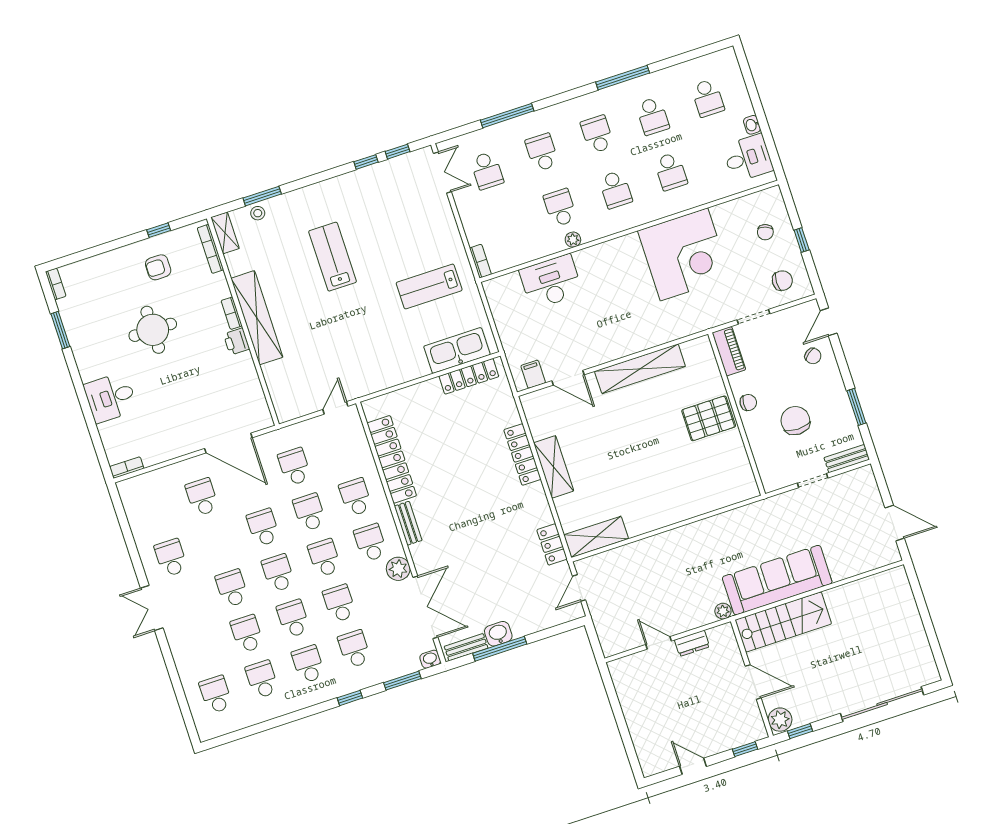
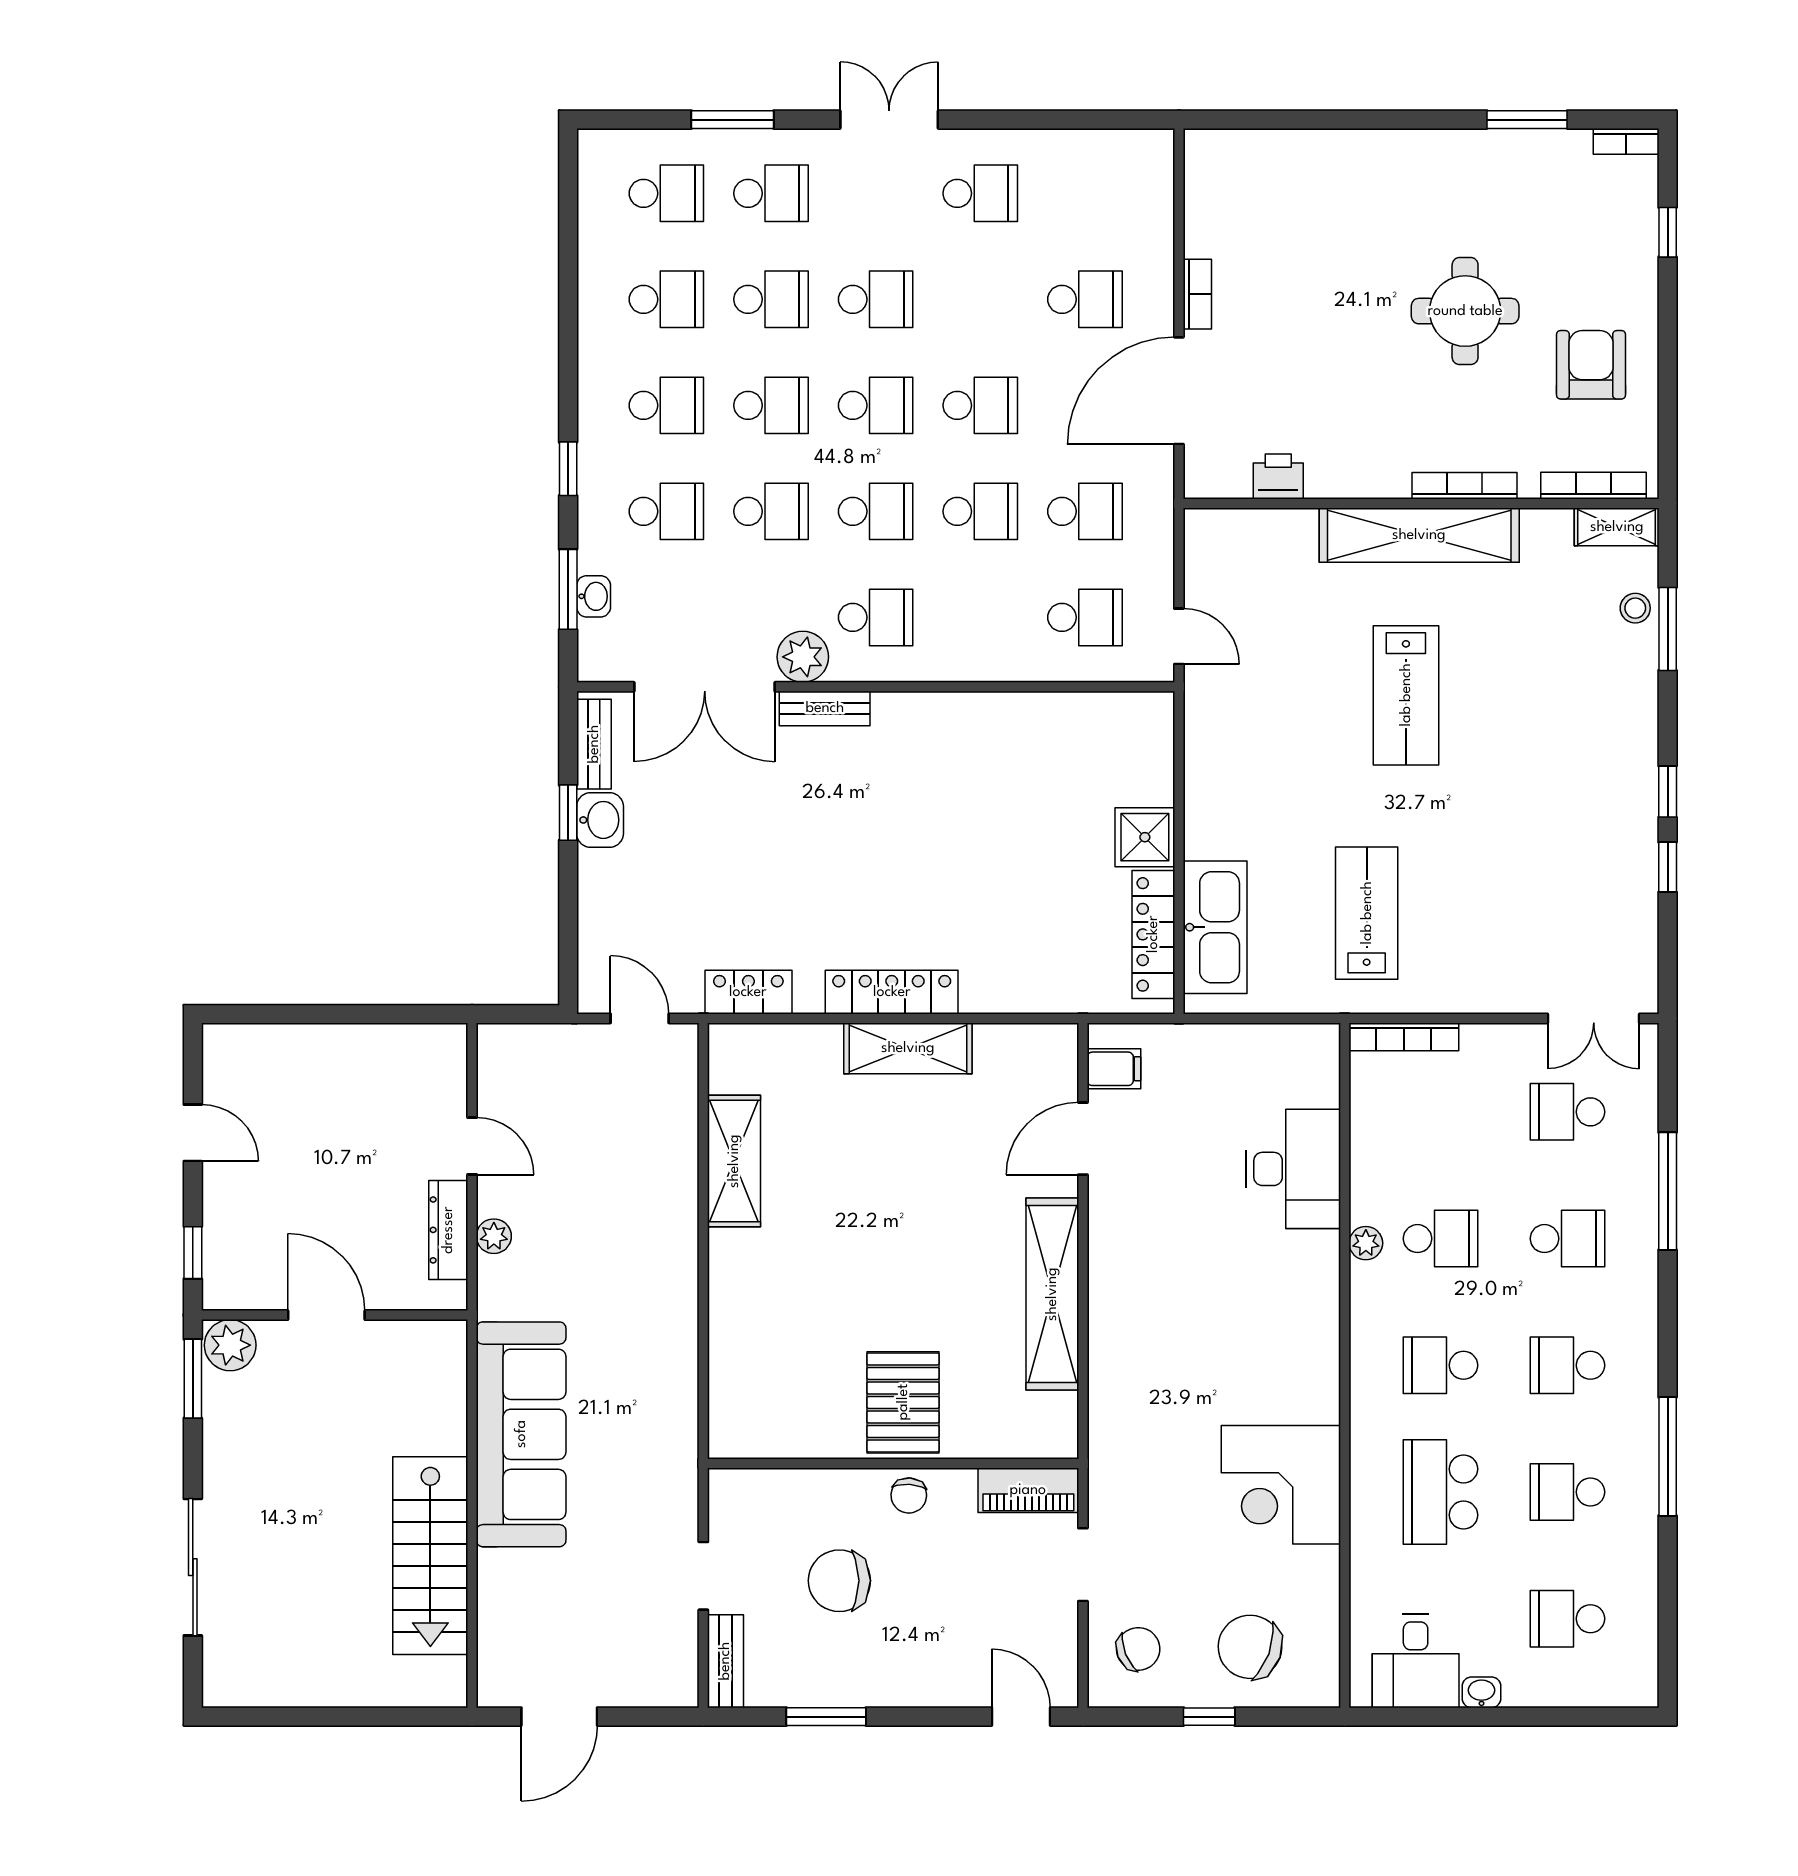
school desk: (597, 134) -> (1567, 1365), turned 180
window: (398, 152) -> (1668, 792), moved
school desk: (671, 171) -> (1440, 1492), width x1.85
window: (159, 230) -> (1668, 232), moved
chair: (765, 232) -> (1250, 1647), width x1.87, depth x1.87
corner desk: (684, 254) -> (1281, 1485), width x0.74, depth x0.74
lab bench: (333, 257) -> (1406, 695), moved, turned 90
bookcase: (480, 261) -> (1404, 1037), width x1.56
armchair: (158, 267) -> (1591, 365), width x1.38, depth x1.38
chair: (782, 281) -> (1138, 1649), turned -112
bookcase: (232, 313) -> (1465, 486), width x1.56
printer: (236, 342) -> (1278, 477), moved
chair: (813, 356) -> (961, 1661), removed
shower: (428, 394) -> (1145, 837), added
desk: (111, 397) -> (1354, 178), removed
chair: (795, 421) -> (839, 1581), turned 180
locker: (522, 454) -> (892, 992), moved
locker: (392, 459) -> (1034, 718), removed
bookcase: (127, 468) -> (1197, 294), moved
school desk: (356, 497) -> (1085, 617), moved
bench: (408, 523) -> (825, 708), moved
shelving: (596, 537) -> (734, 1161), moved
plant: (723, 611) -> (494, 1236), moved
stairs: (783, 622) -> (430, 1556), moved
door: (659, 643) -> (472, 1146), hinge flipped
dresser: (692, 643) -> (448, 1230), width x1.44
school desk: (201, 649) -> (771, 193), added
window: (500, 649) -> (568, 813), width x0.46
washbasin: (430, 659) -> (594, 596), moved
window: (174, 676) -> (733, 120), added
door: (753, 682) -> (326, 1315), swing flipped
sliding door: (882, 704) -> (193, 1567), width x0.73
window: (800, 731) -> (193, 1379), width x1.50
door: (693, 766) -> (193, 1133), hinge flipped

